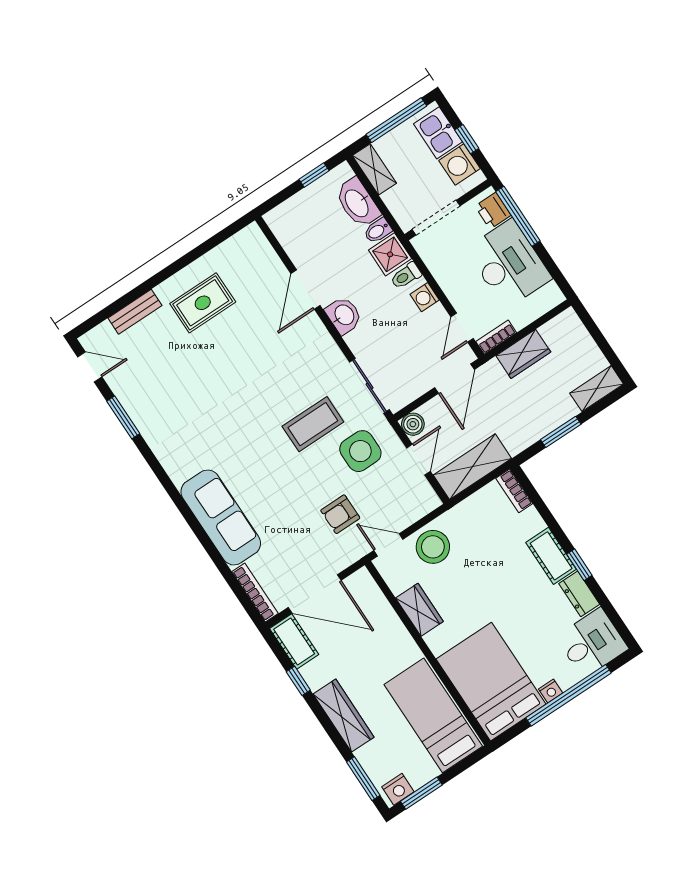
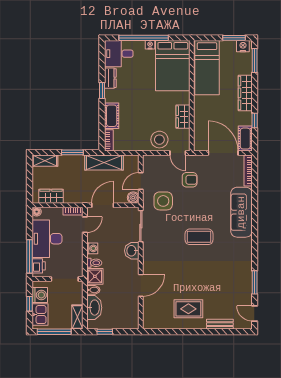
floor lamp: (555, 297) -> (37, 212), added
washbasin: (344, 315) -> (132, 251), moved
wardrobe: (523, 354) -> (51, 196), moved
coffee table: (313, 424) -> (199, 237), moved
shelving: (472, 467) -> (104, 163), moved
cot: (551, 556) -> (112, 116), moved

